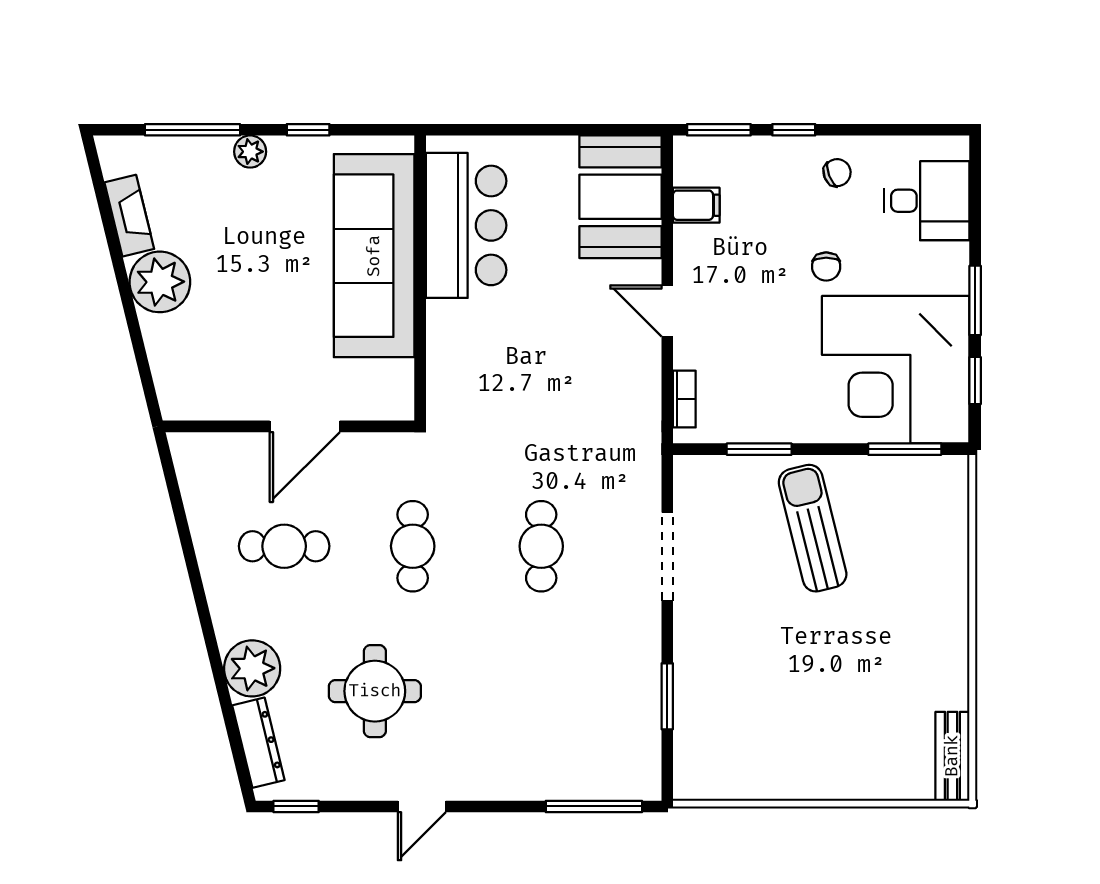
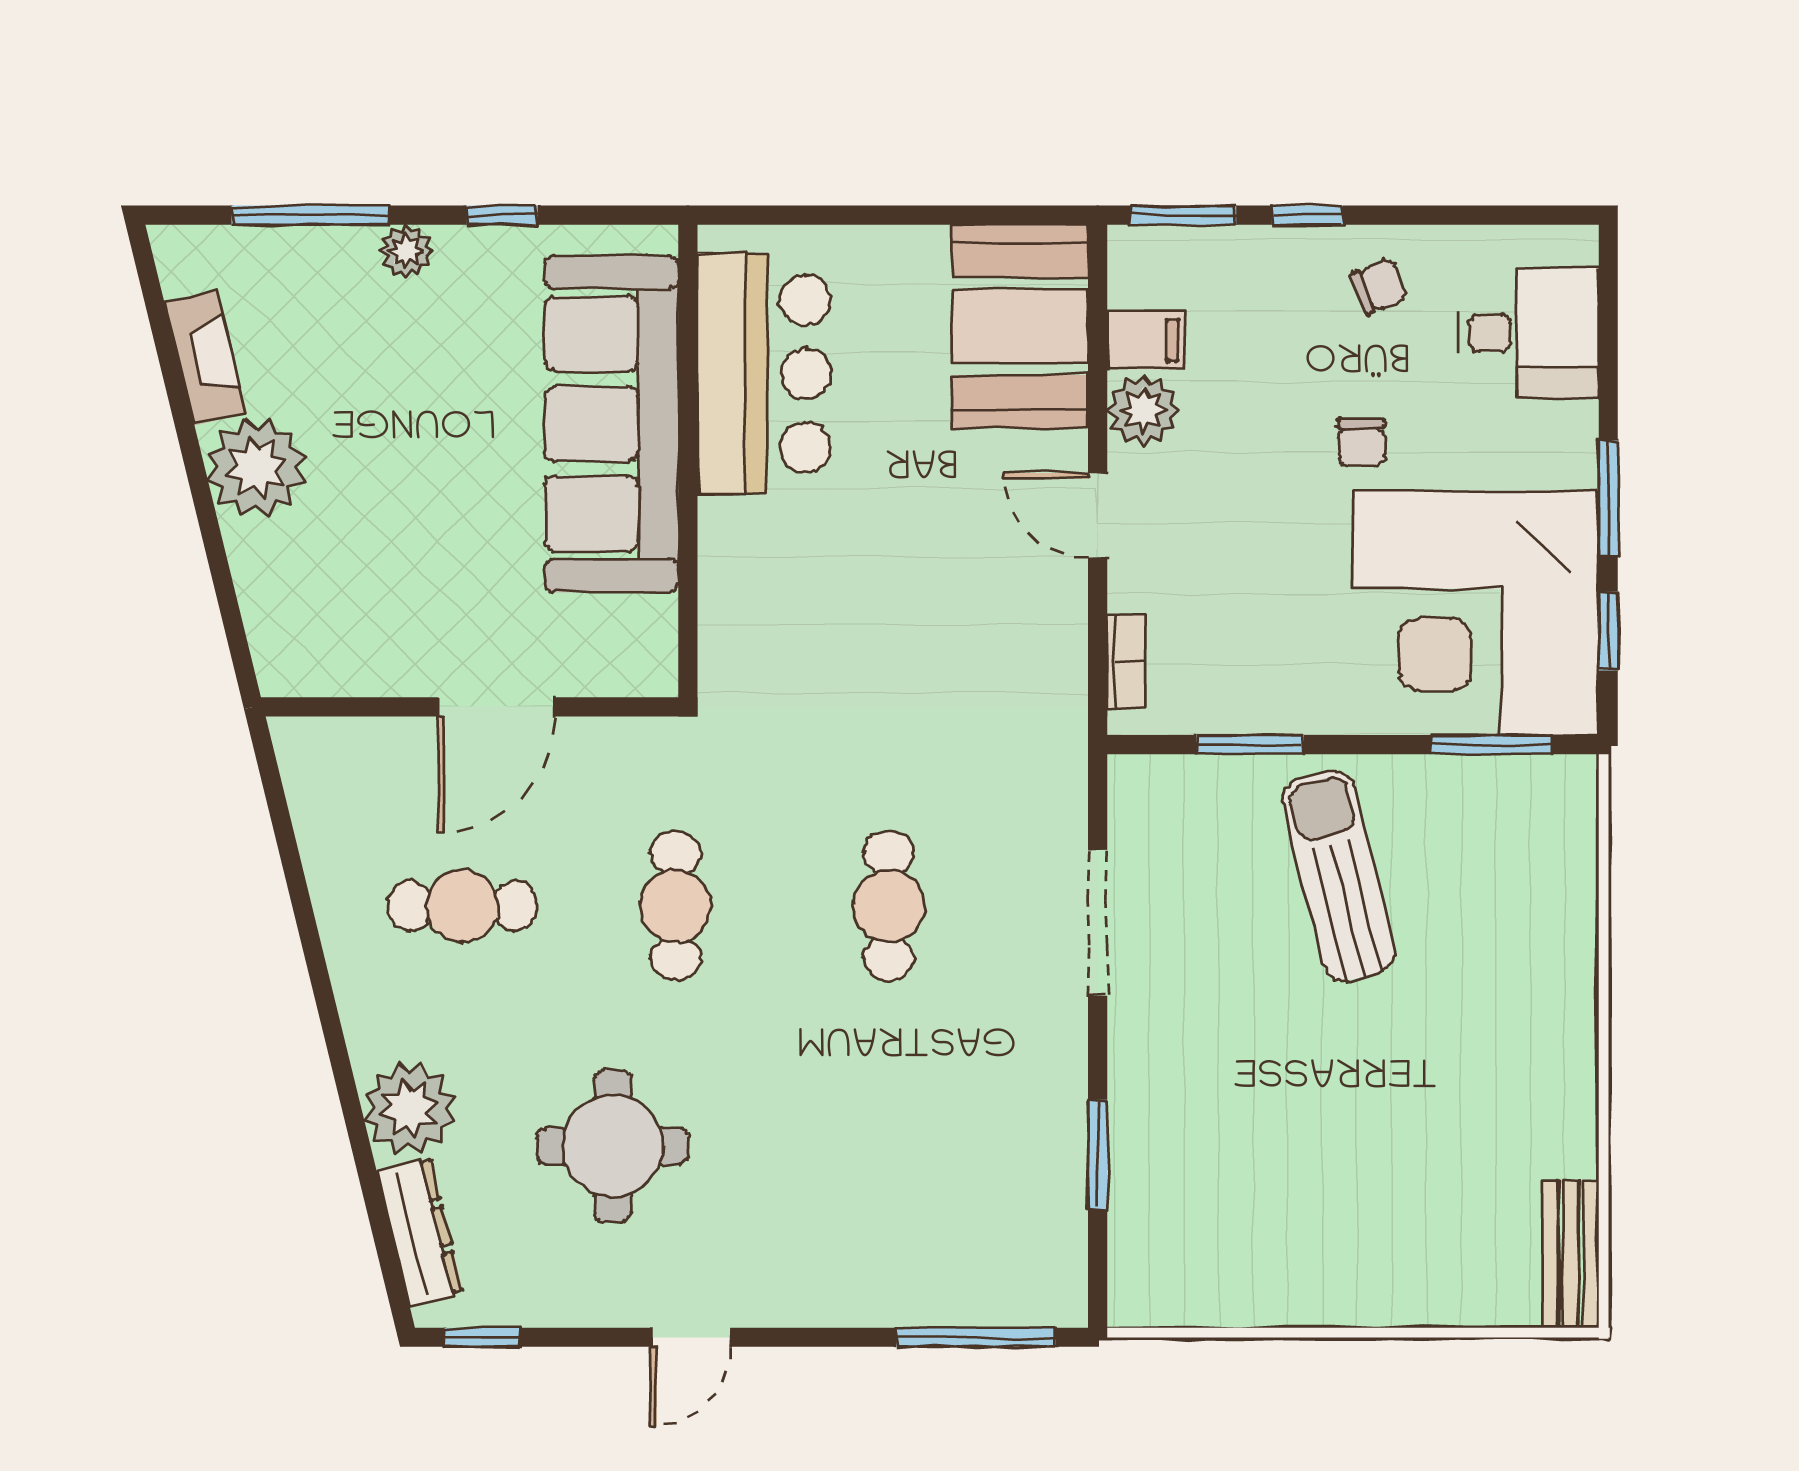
plant: (695, 248) -> (1143, 410), added

